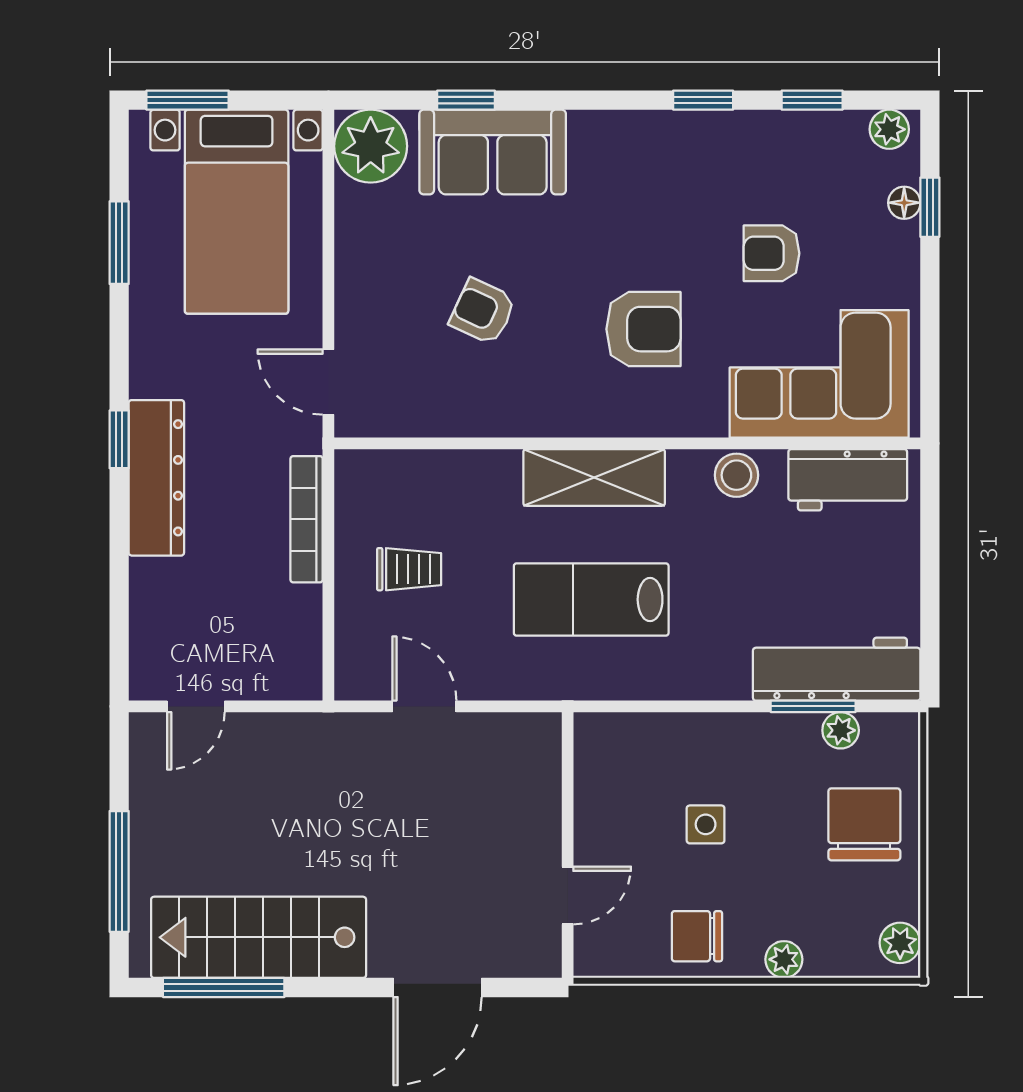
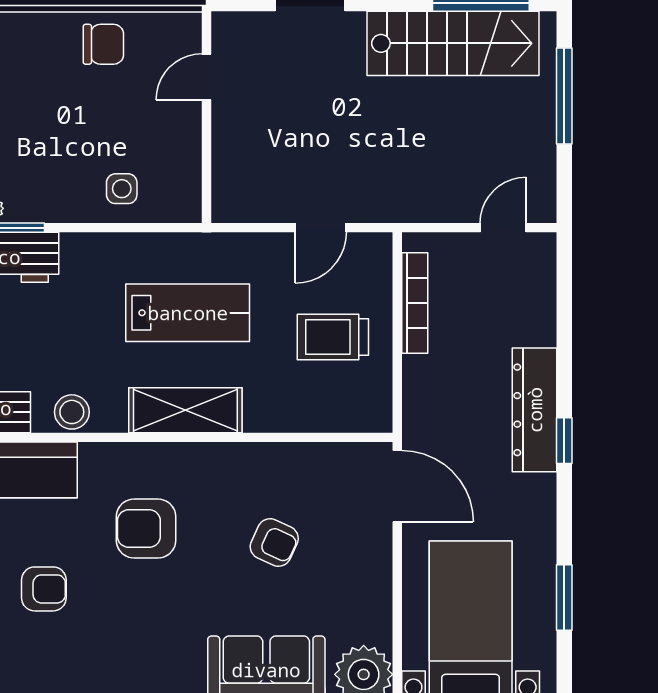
door: (328, 382) -> (397, 486), width x1.38
bookcase: (307, 519) -> (415, 303), moved
trolley: (409, 569) -> (333, 337), width x1.36, depth x1.39
door: (424, 706) -> (321, 228), hinge flipped
side table: (706, 824) -> (122, 189), moved
plant: (784, 959) -> (34, 26), removed

